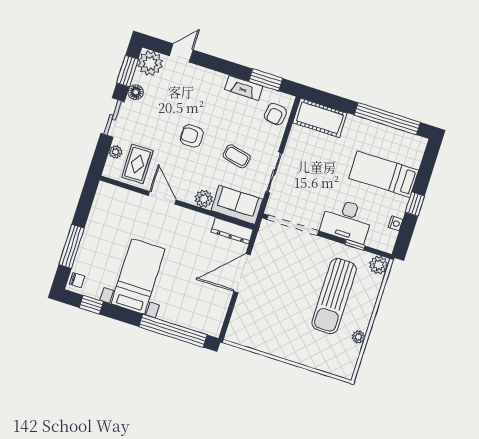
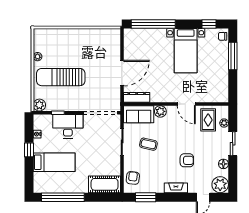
window: (127, 71) -> (233, 175), removed
fireplace: (243, 88) -> (176, 188), moved
armchair: (192, 136) -> (187, 160), moved
sun lounger: (334, 296) -> (61, 77), turned -90

